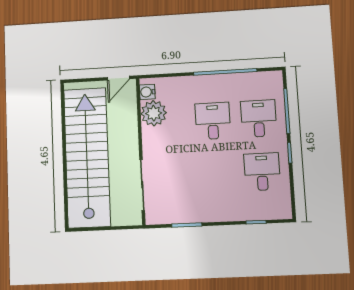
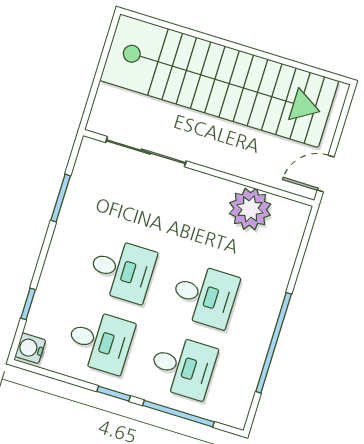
door: (118, 78) -> (326, 173), hinge flipped
water cooler: (147, 92) -> (30, 348), moved, turned -90
desk: (216, 174) -> (122, 270), added

